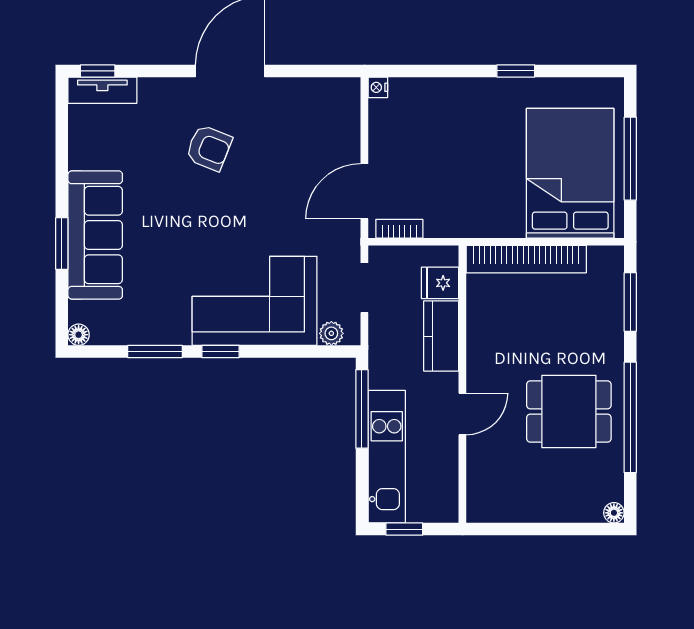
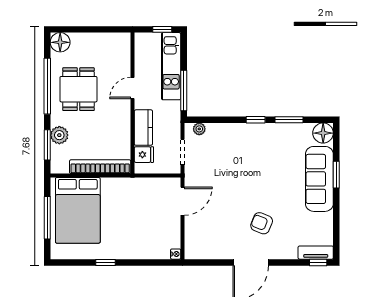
bookcase: (399, 229) -> (165, 182), removed
corner sofa: (255, 301) -> (238, 145), removed
plant: (607, 321) -> (59, 135), added
floor lamp: (79, 335) -> (323, 133), width x1.89, depth x1.89
dining table: (569, 412) -> (78, 89), turned 90
floor lamp: (614, 513) -> (60, 42), width x1.89, depth x1.89

